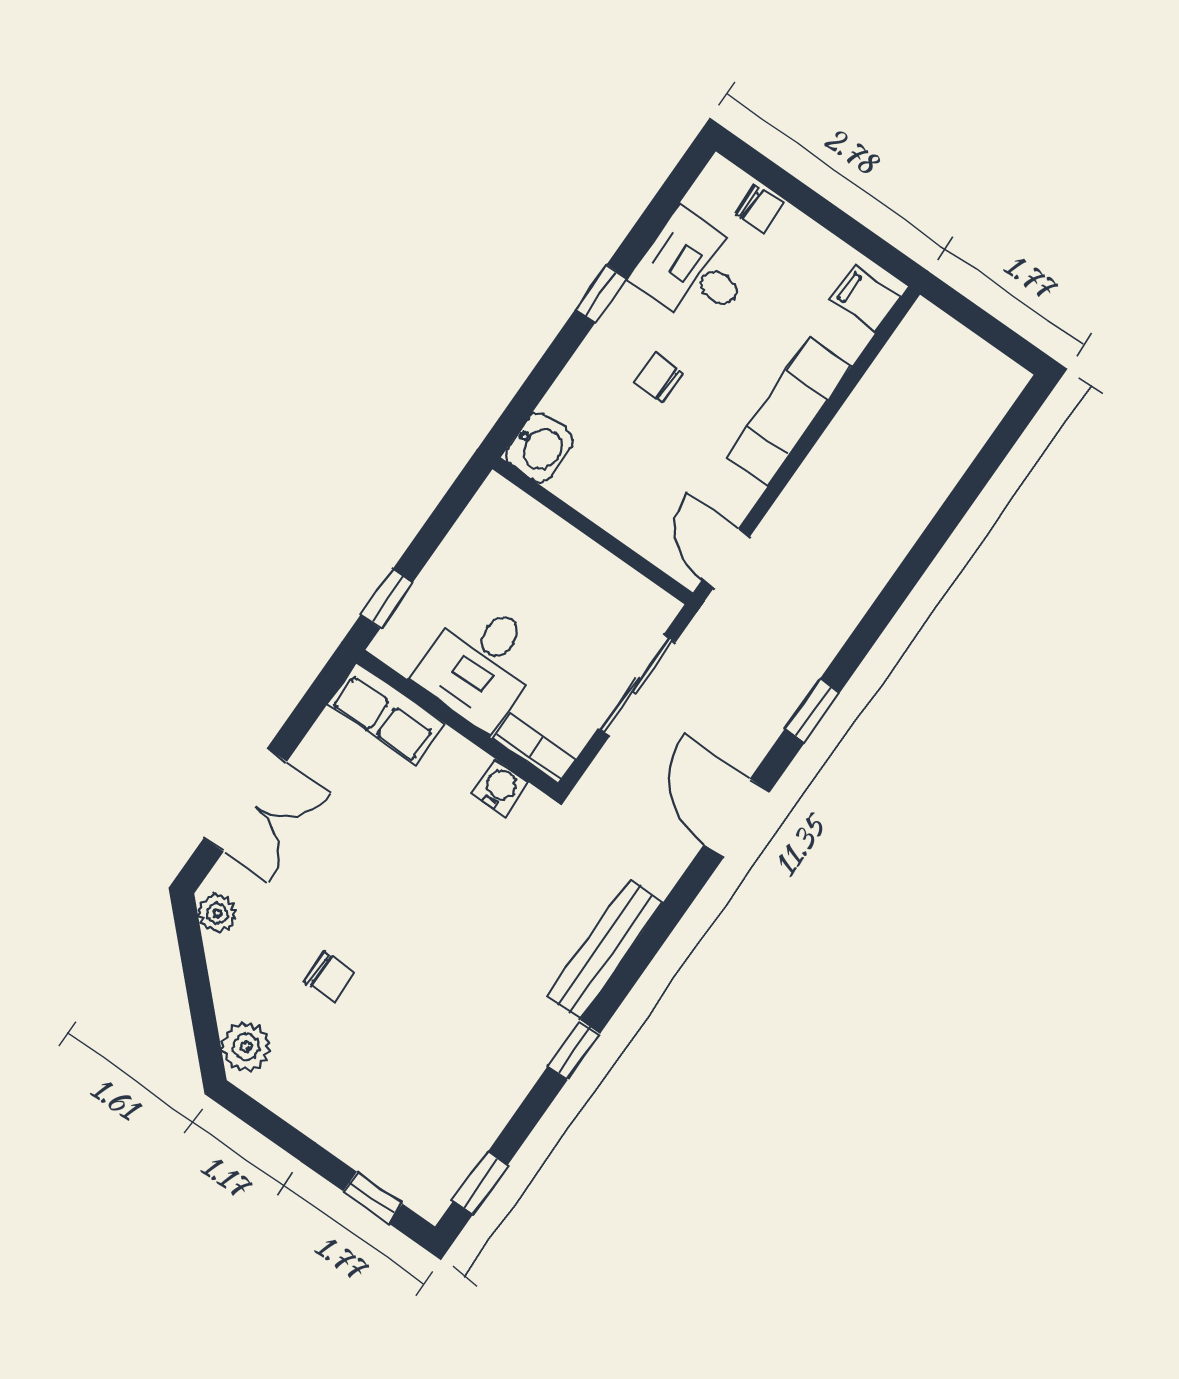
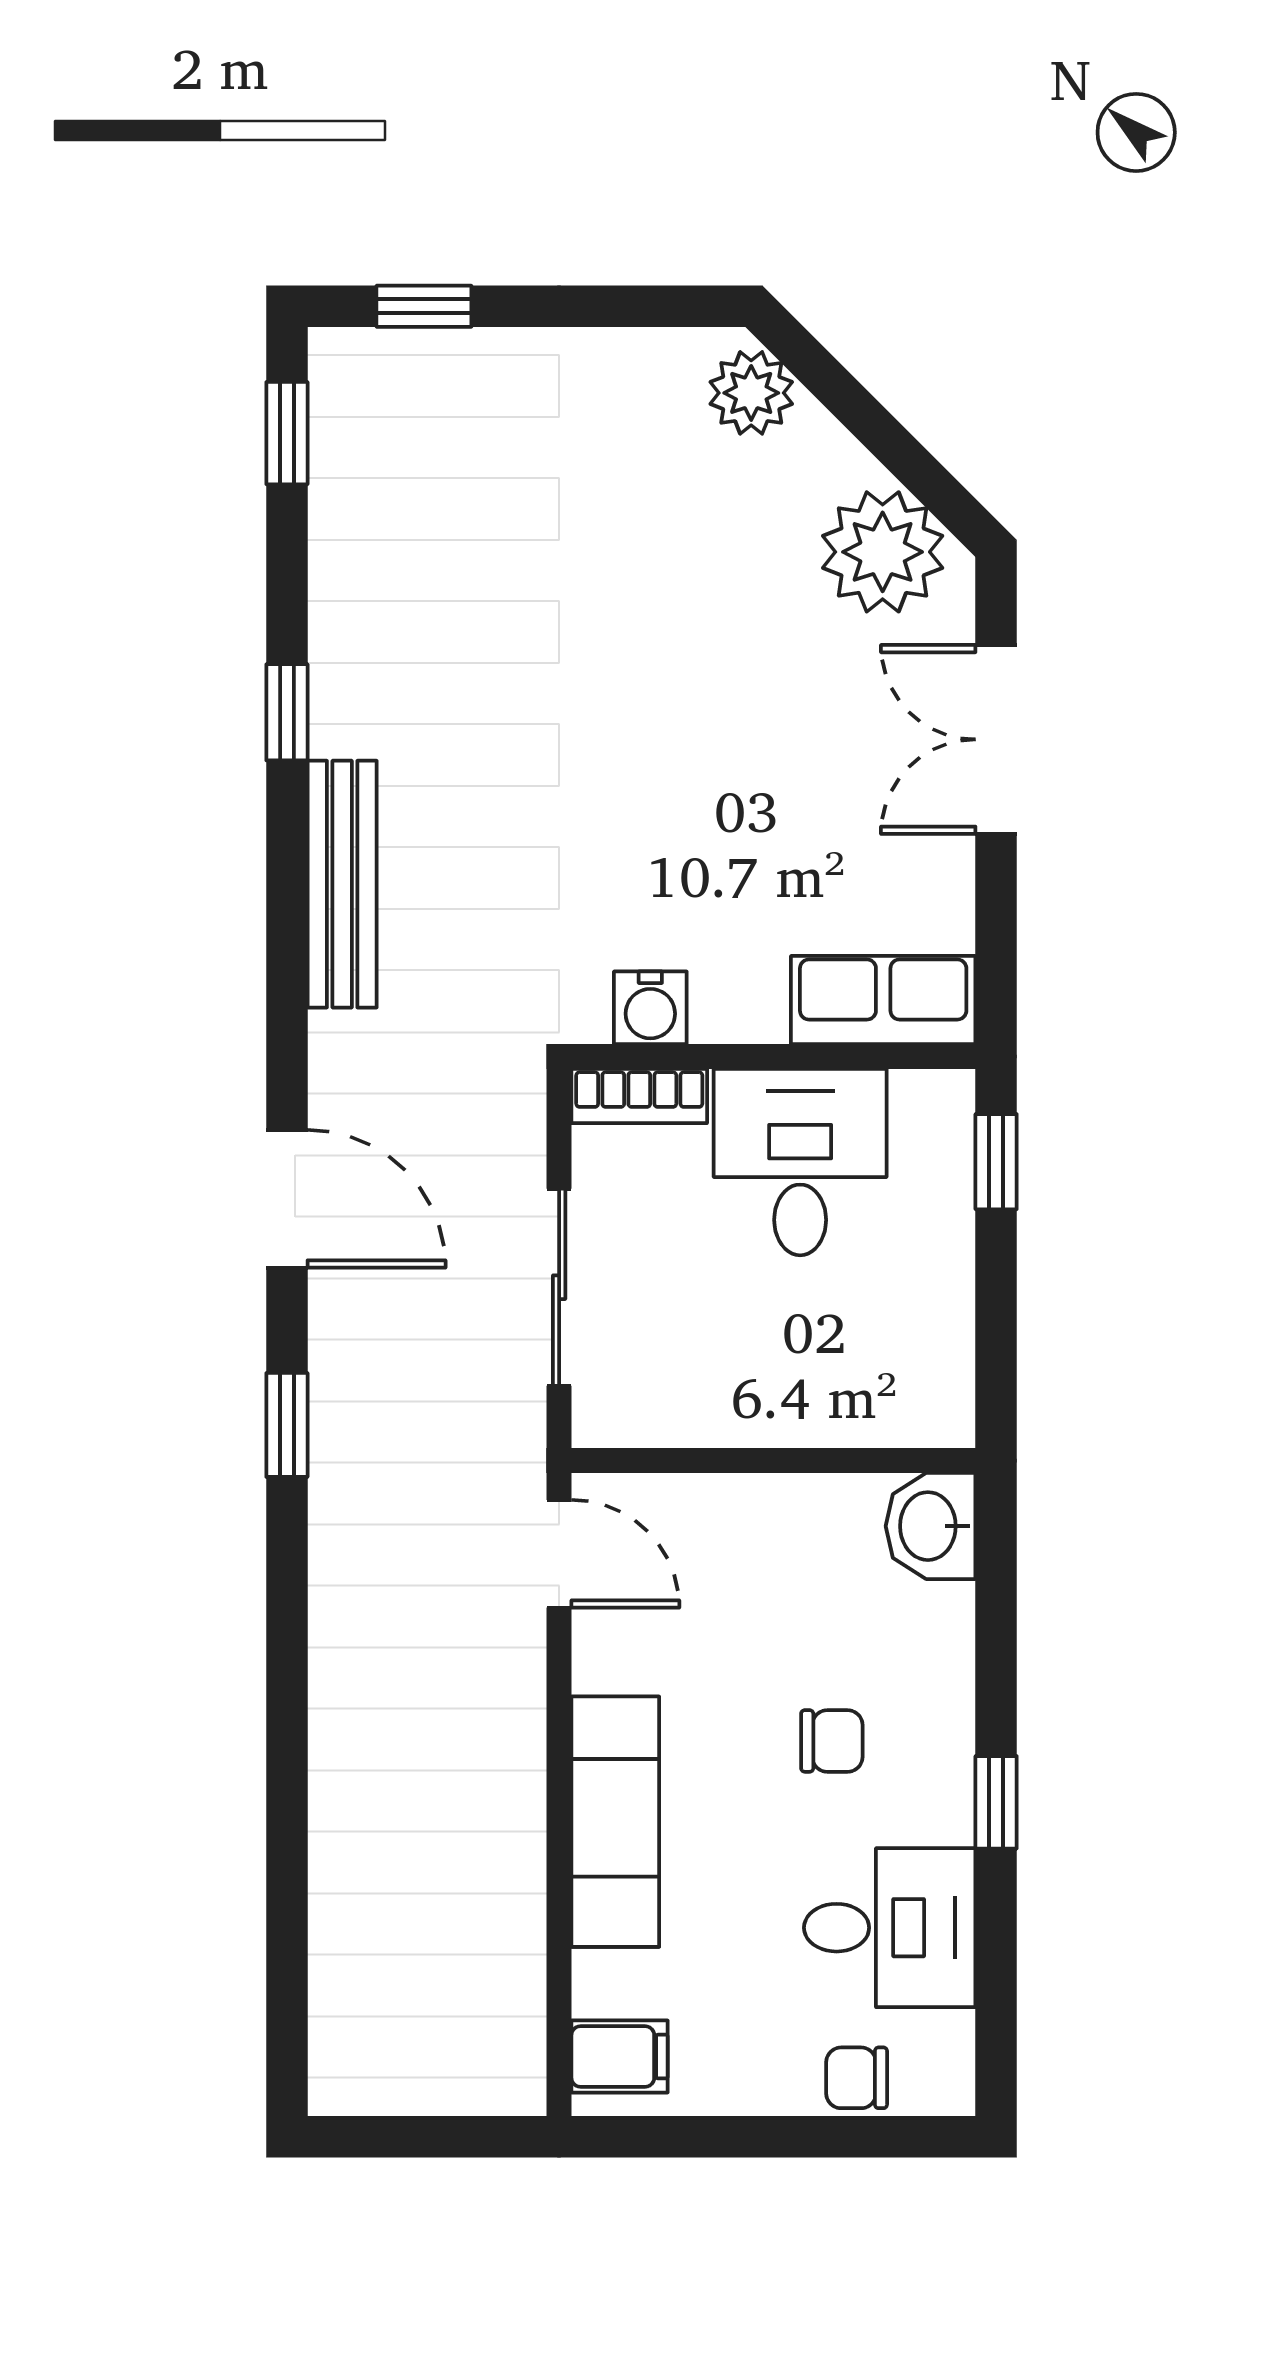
plant: (217, 913) -> (883, 552), width x1.87, depth x1.87
chair: (329, 977) -> (704, 574), removed

